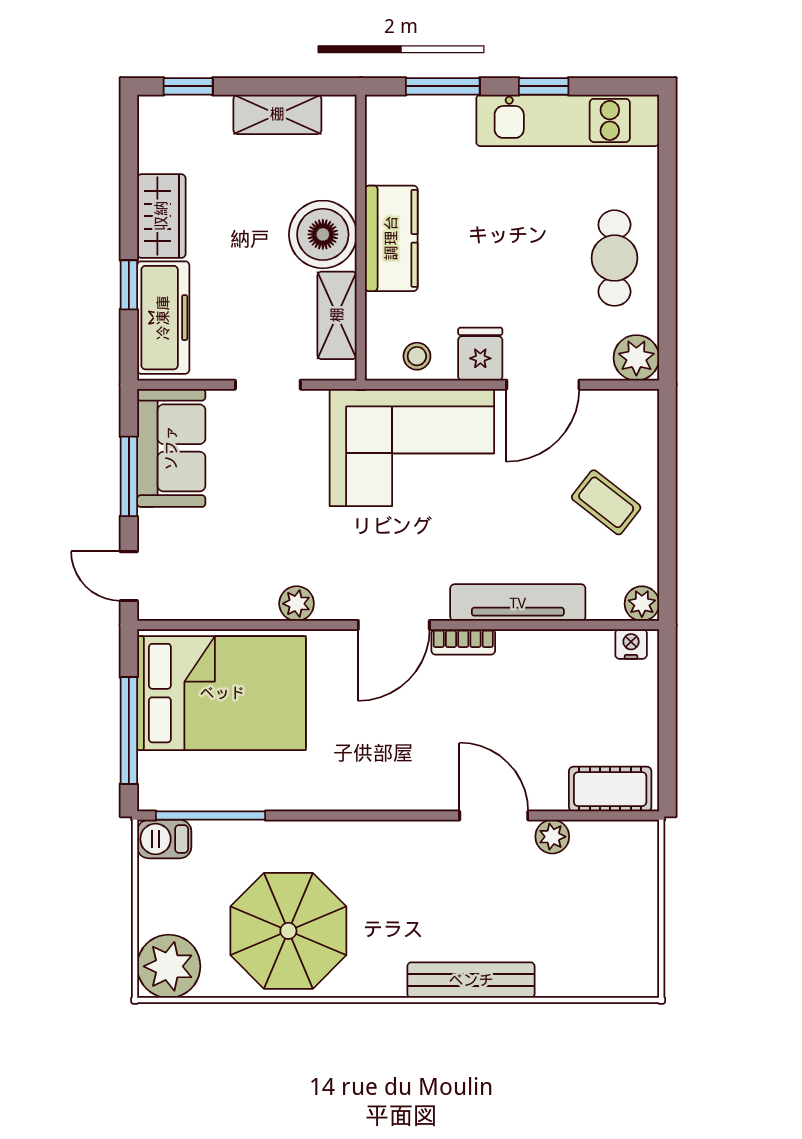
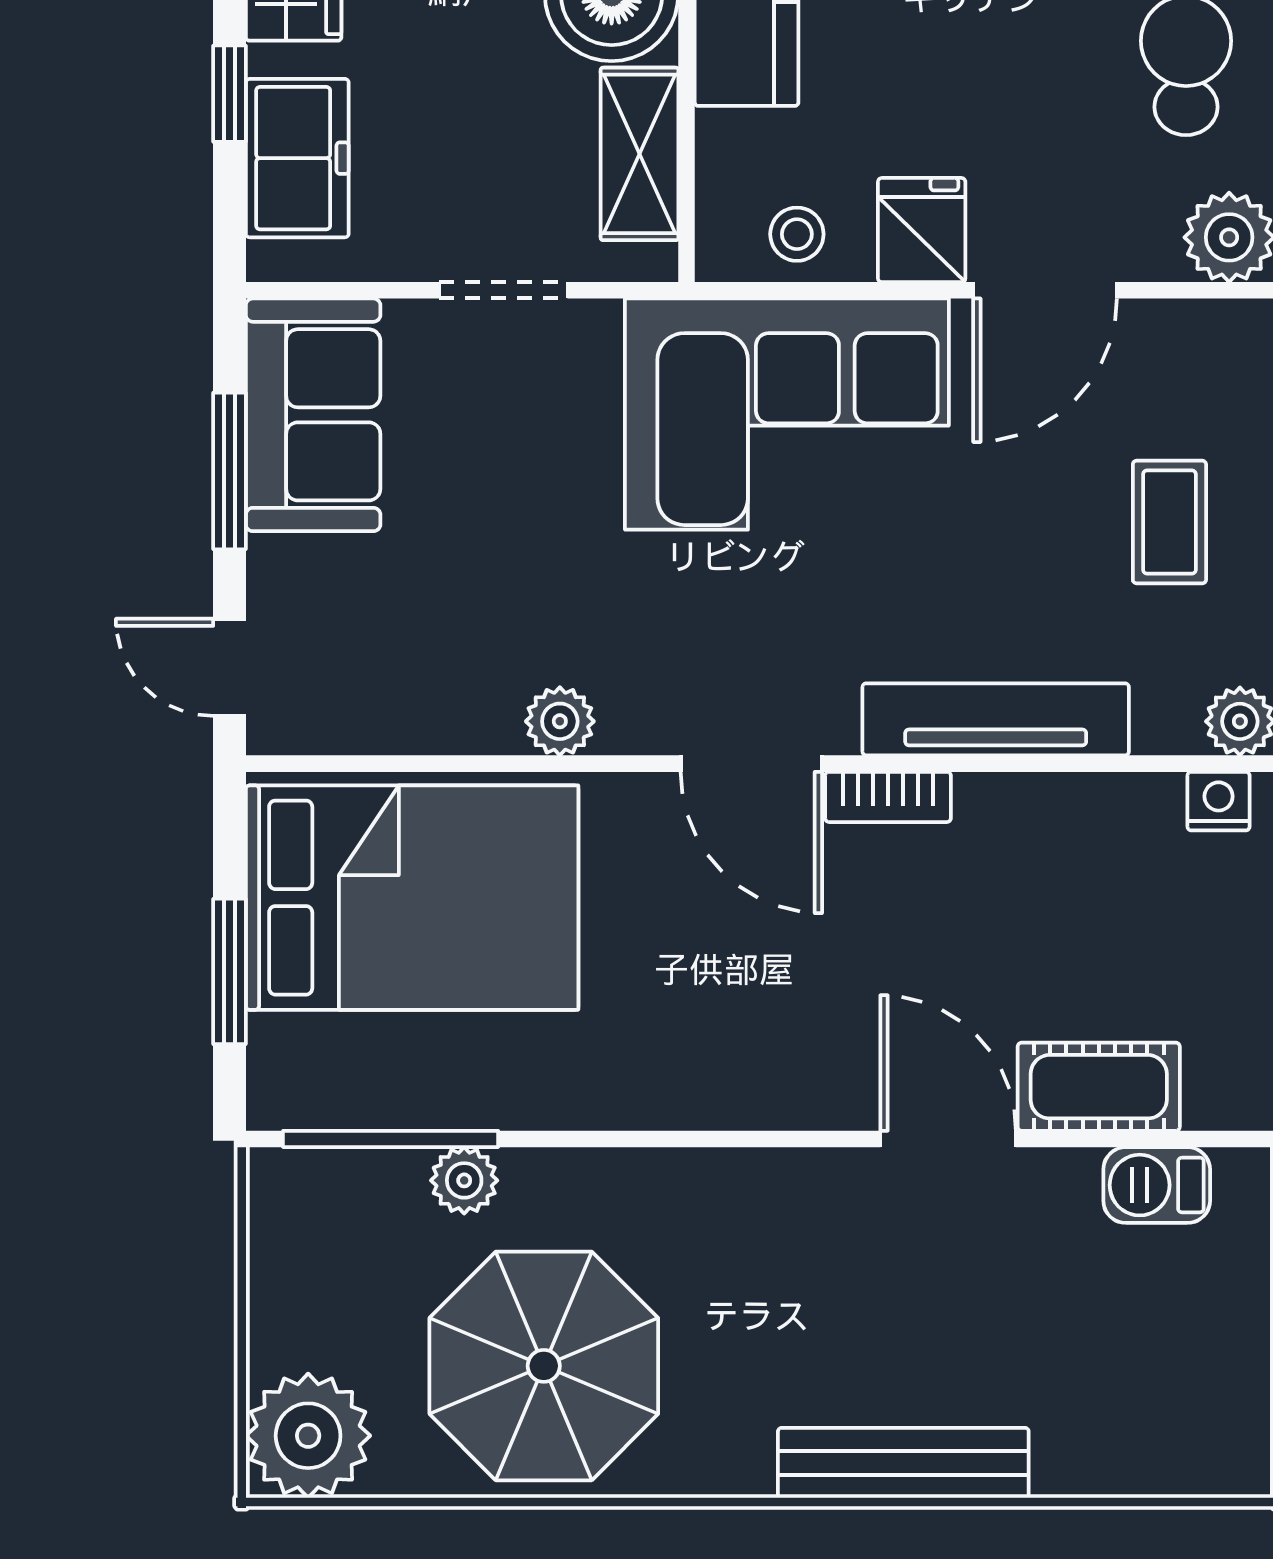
freezer: (163, 318) -> (297, 158), width x0.71
coffee table: (606, 502) -> (1169, 522), turned 52
door: (394, 625) -> (751, 764), hinge flipped
window: (129, 731) -> (229, 971), width x0.69
cot: (610, 789) -> (1099, 1087), moved
plant: (552, 837) -> (464, 1180), moved
barbecue: (164, 839) -> (1157, 1185), moved

